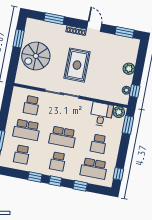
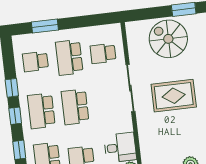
school desk: (58, 161) -> (41, 111), width x1.85

